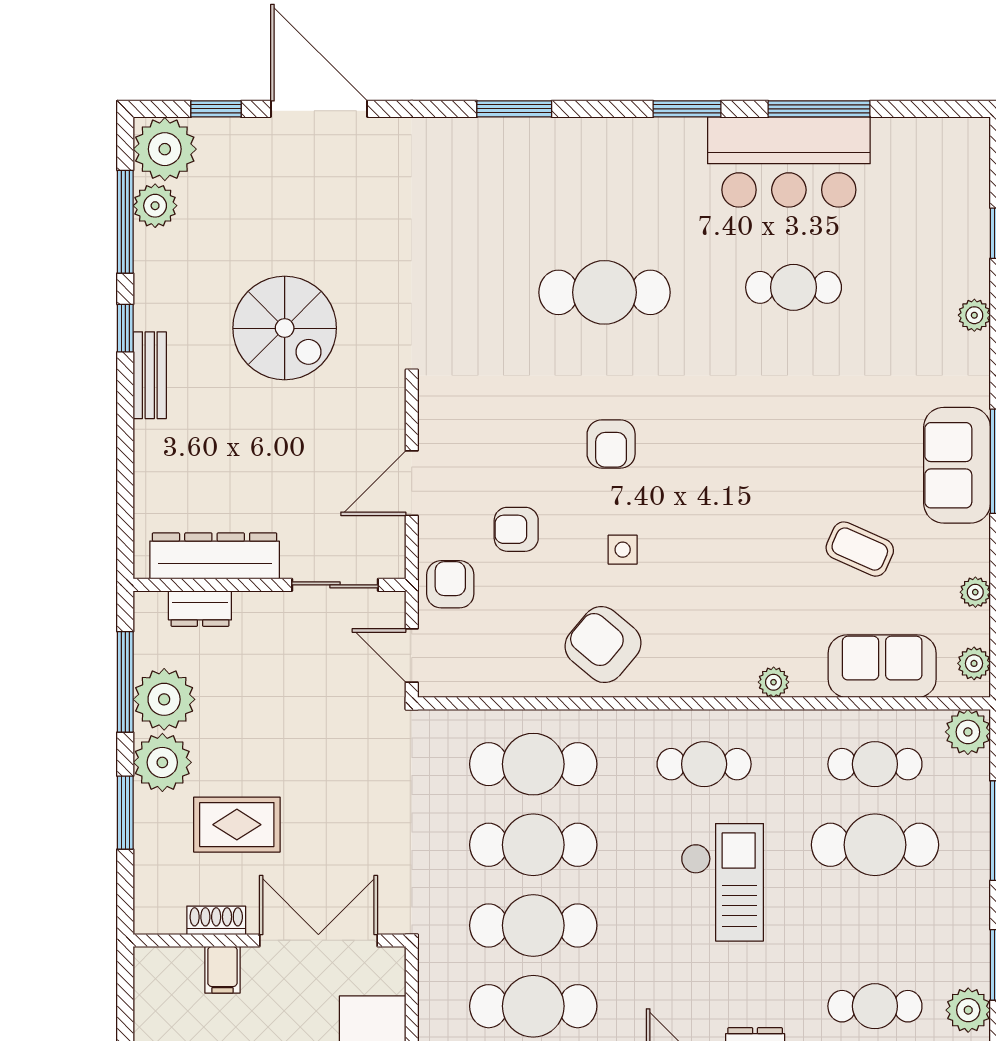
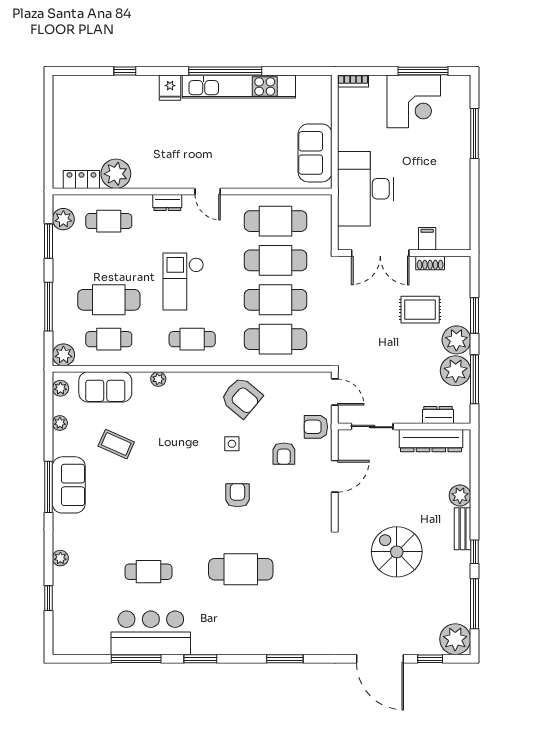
plant: (155, 206) -> (460, 495), moved
armchair: (516, 529) -> (284, 454), turned 90
armchair: (450, 584) -> (316, 427), turned 90

